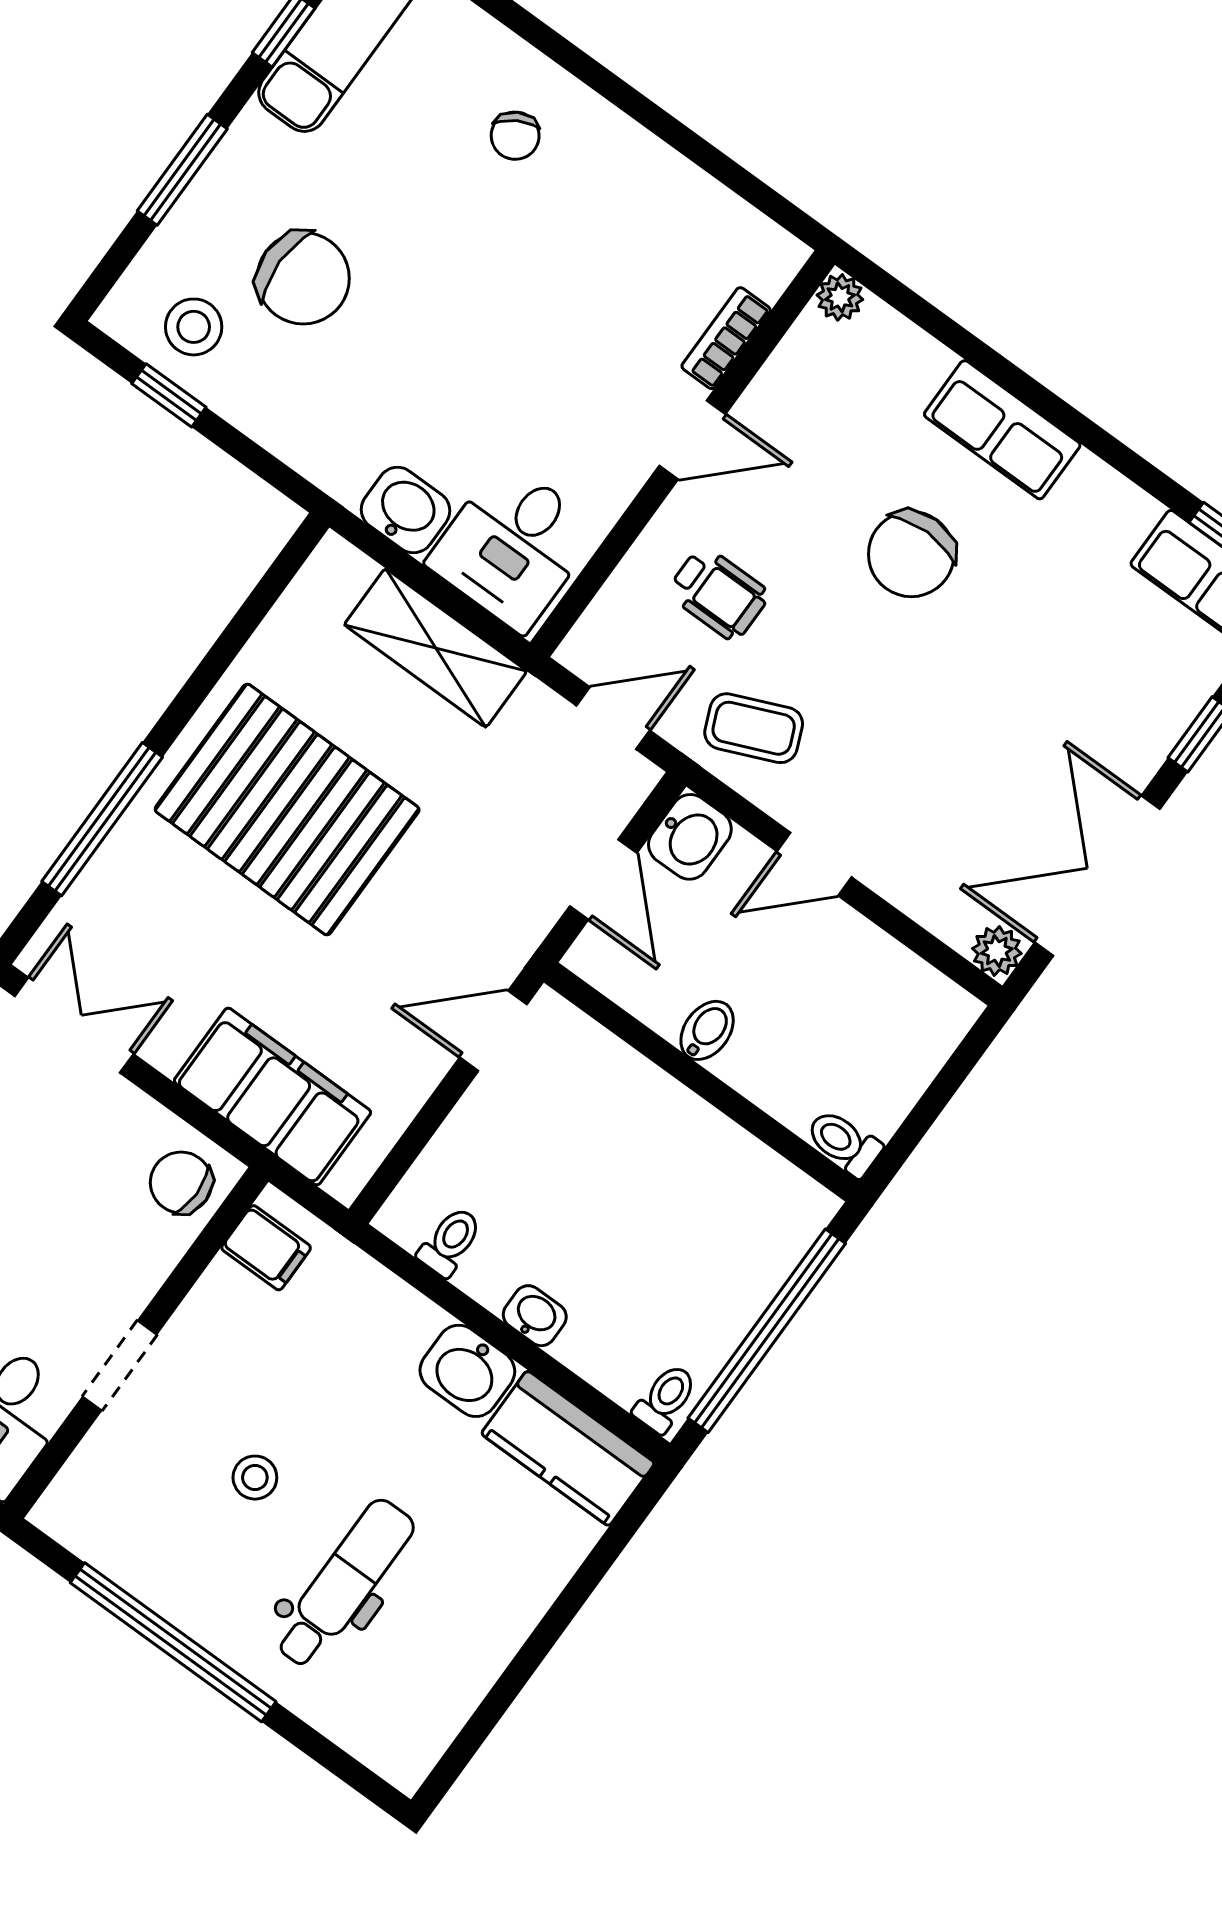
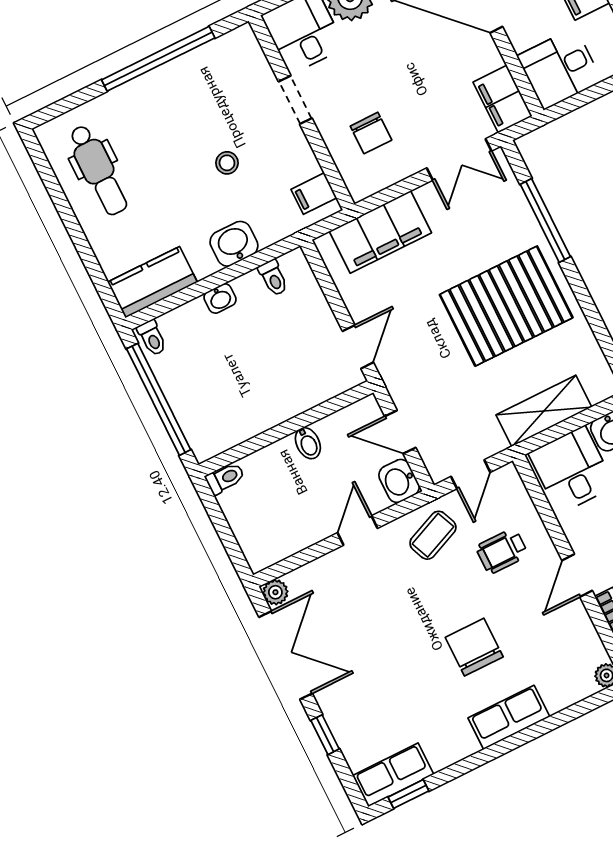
chair: (181, 1183) -> (371, 133), moved, turned 90
washbasin: (467, 1371) -> (234, 244), moved
stool: (255, 1478) -> (227, 163), moved
dental chair: (344, 1584) -> (98, 170), moved

